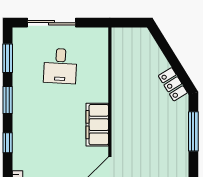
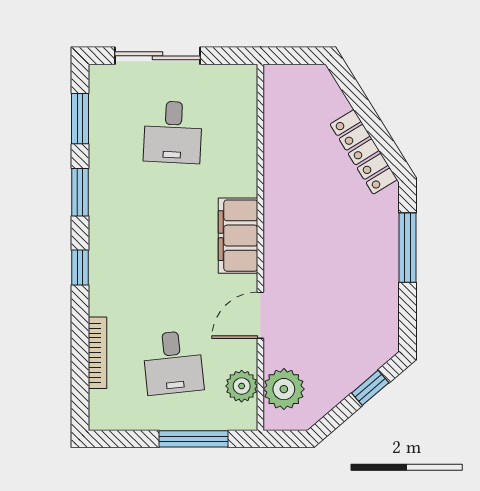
locker: (173, 84) -> (364, 152), width x1.53

